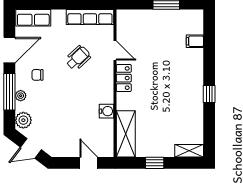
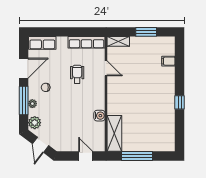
wheelchair: (78, 58) -> (77, 74), turned -47
locker: (124, 78) -> (113, 90), removed
door: (31, 148) -> (40, 145), hinge flipped
shelving: (189, 151) -> (118, 41), moved
window: (155, 163) -> (137, 156), width x2.17

